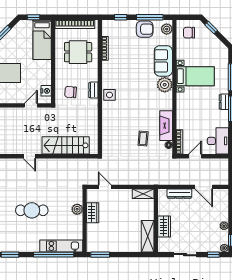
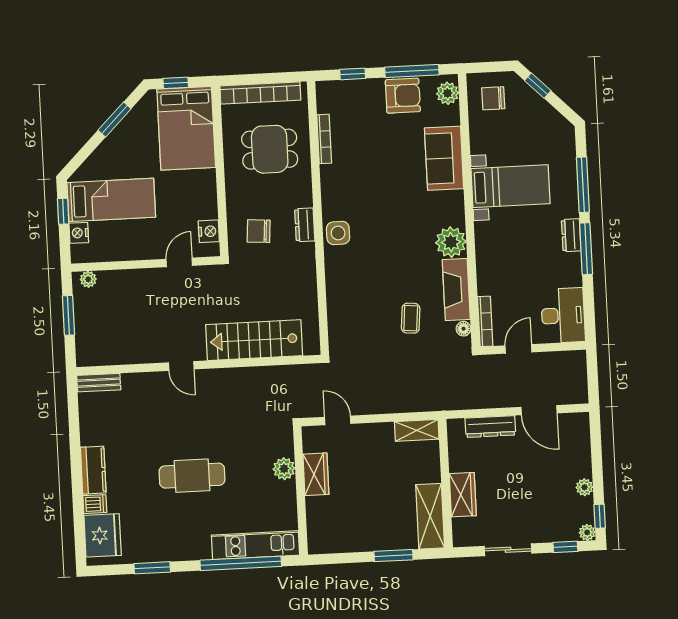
bed: (42, 40) -> (186, 128), width x1.50
plant: (165, 85) -> (451, 242), moved
window: (100, 255) -> (393, 556), moved

